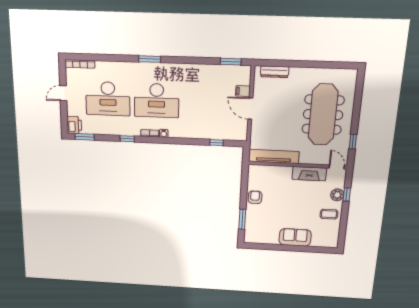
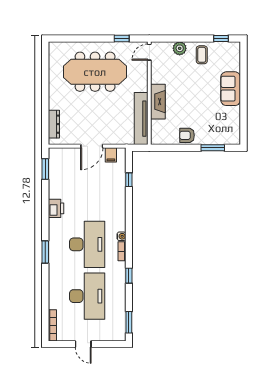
filing cabinet: (243, 91) -> (111, 155), moved
printer: (74, 125) -> (56, 208), moved, turned 90
fireplace: (309, 174) -> (158, 102), moved
window: (347, 194) -> (221, 39), moved

